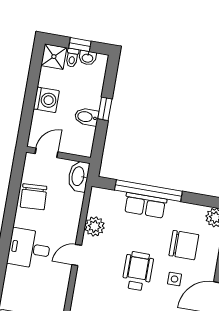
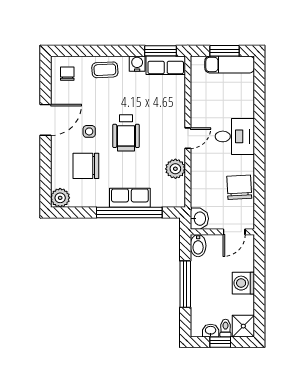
window: (105, 109) -> (185, 284), width x2.17
bidet: (87, 117) -> (198, 246), moved, turned 90
washbasin: (78, 176) -> (199, 219), width x0.72

